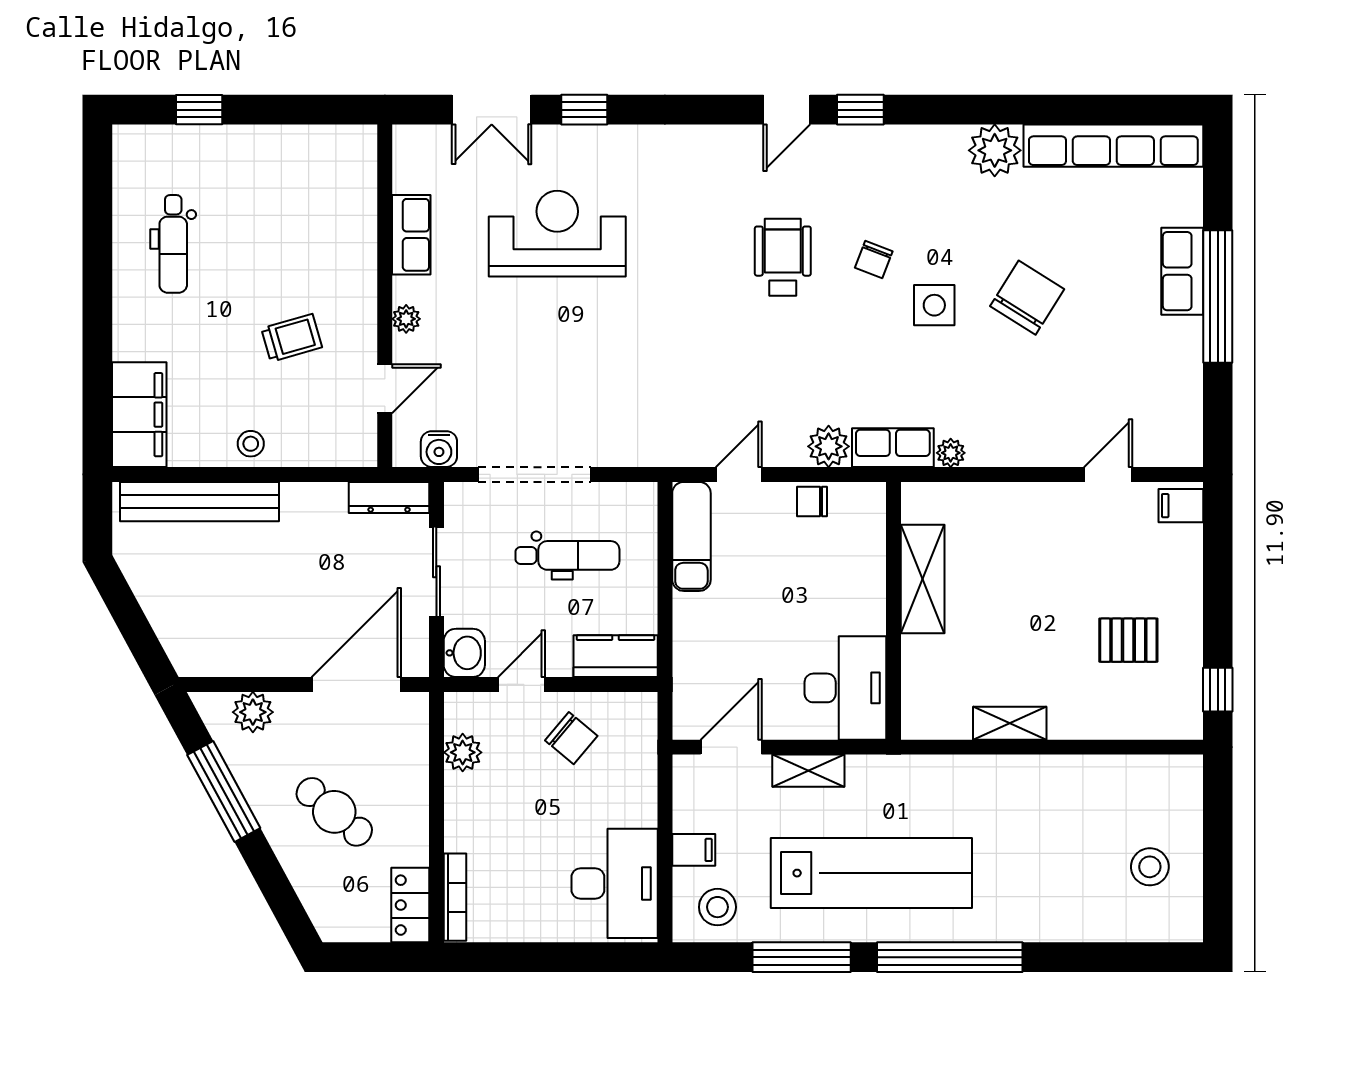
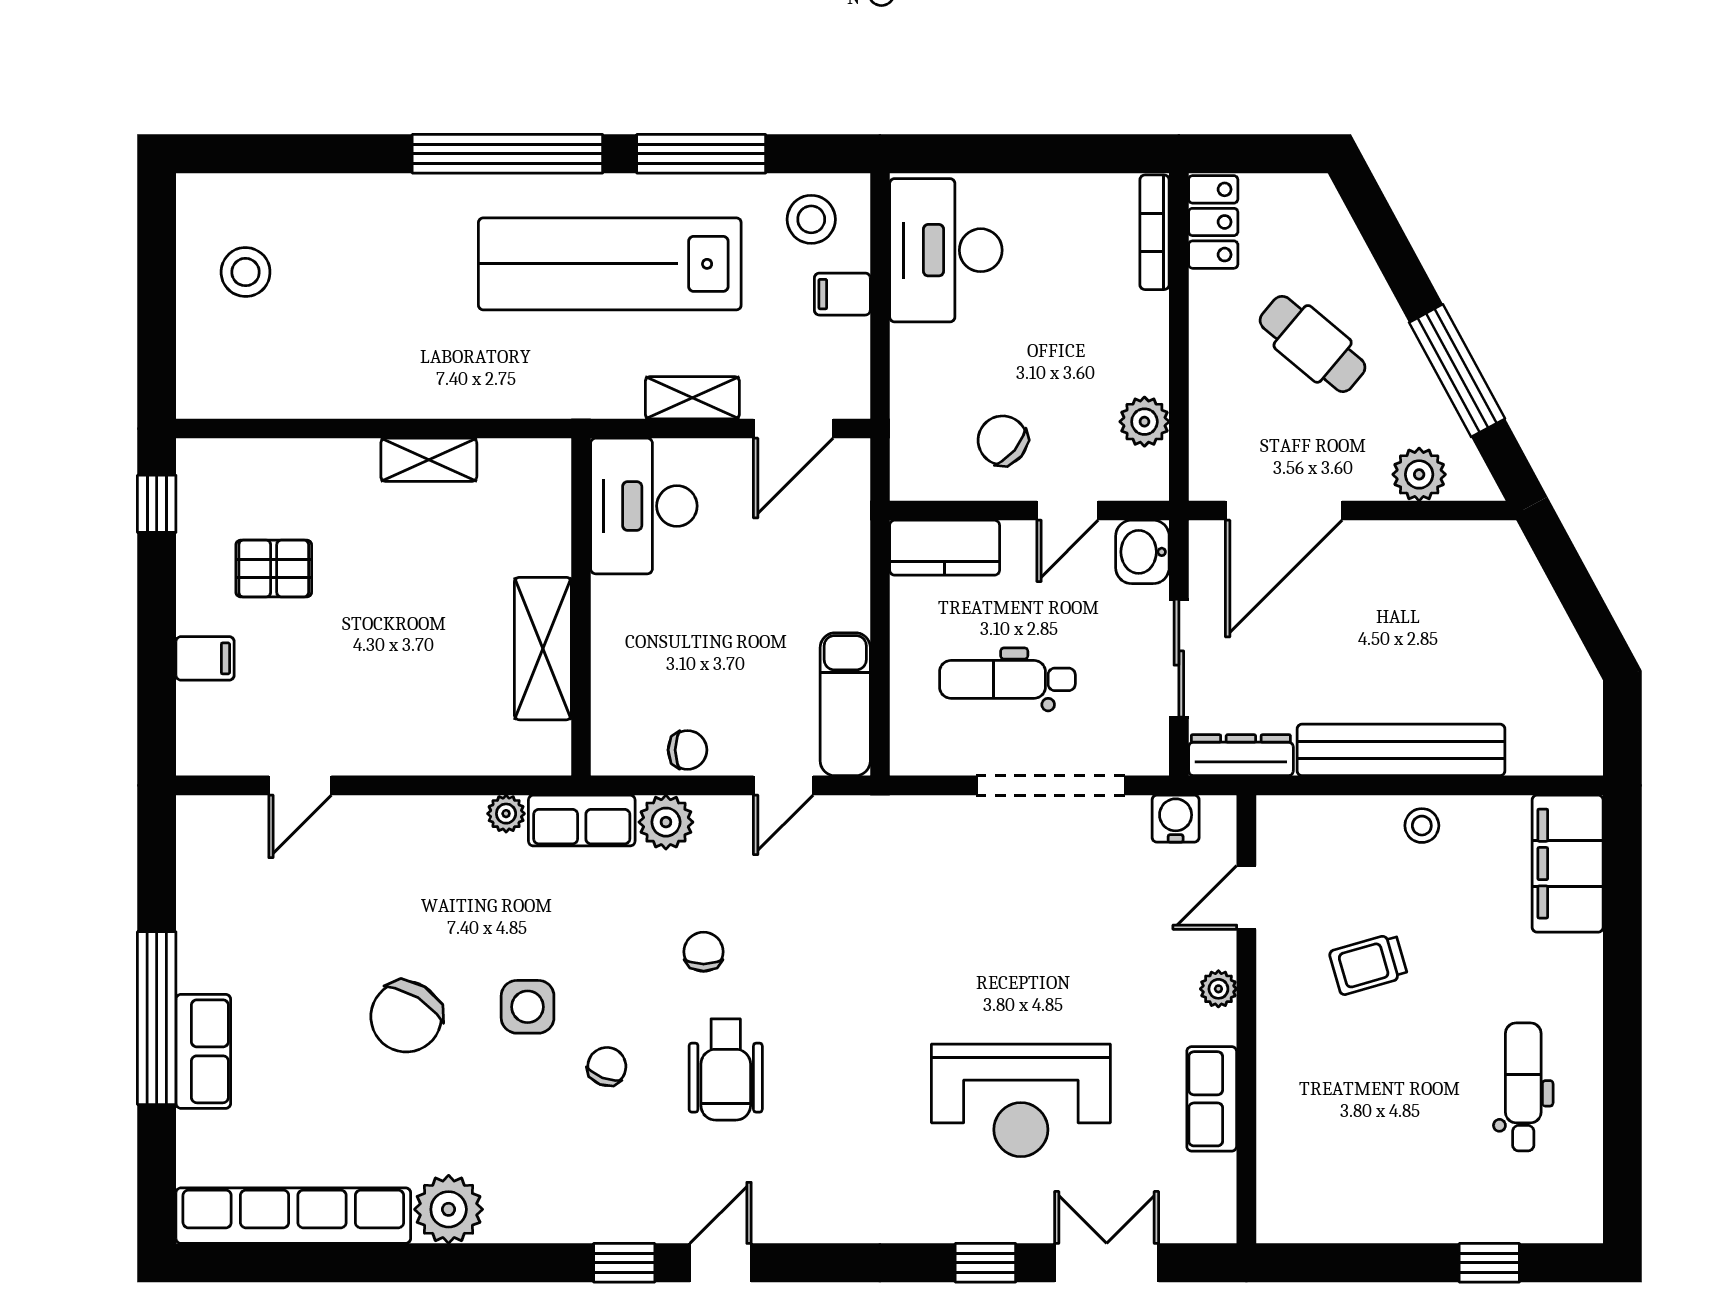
chair: (800, 347) -> (704, 952), added
bench: (200, 502) -> (1401, 750), moved
filing cabinet: (1181, 506) -> (205, 658), moved

